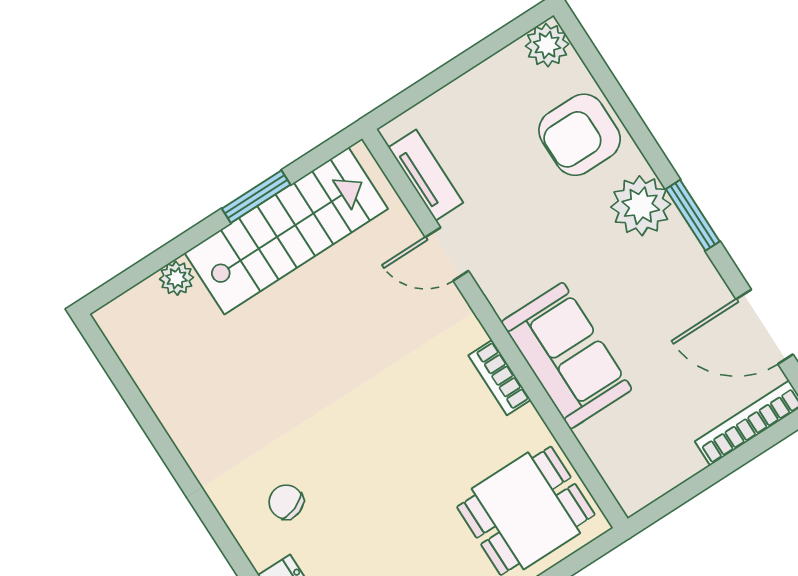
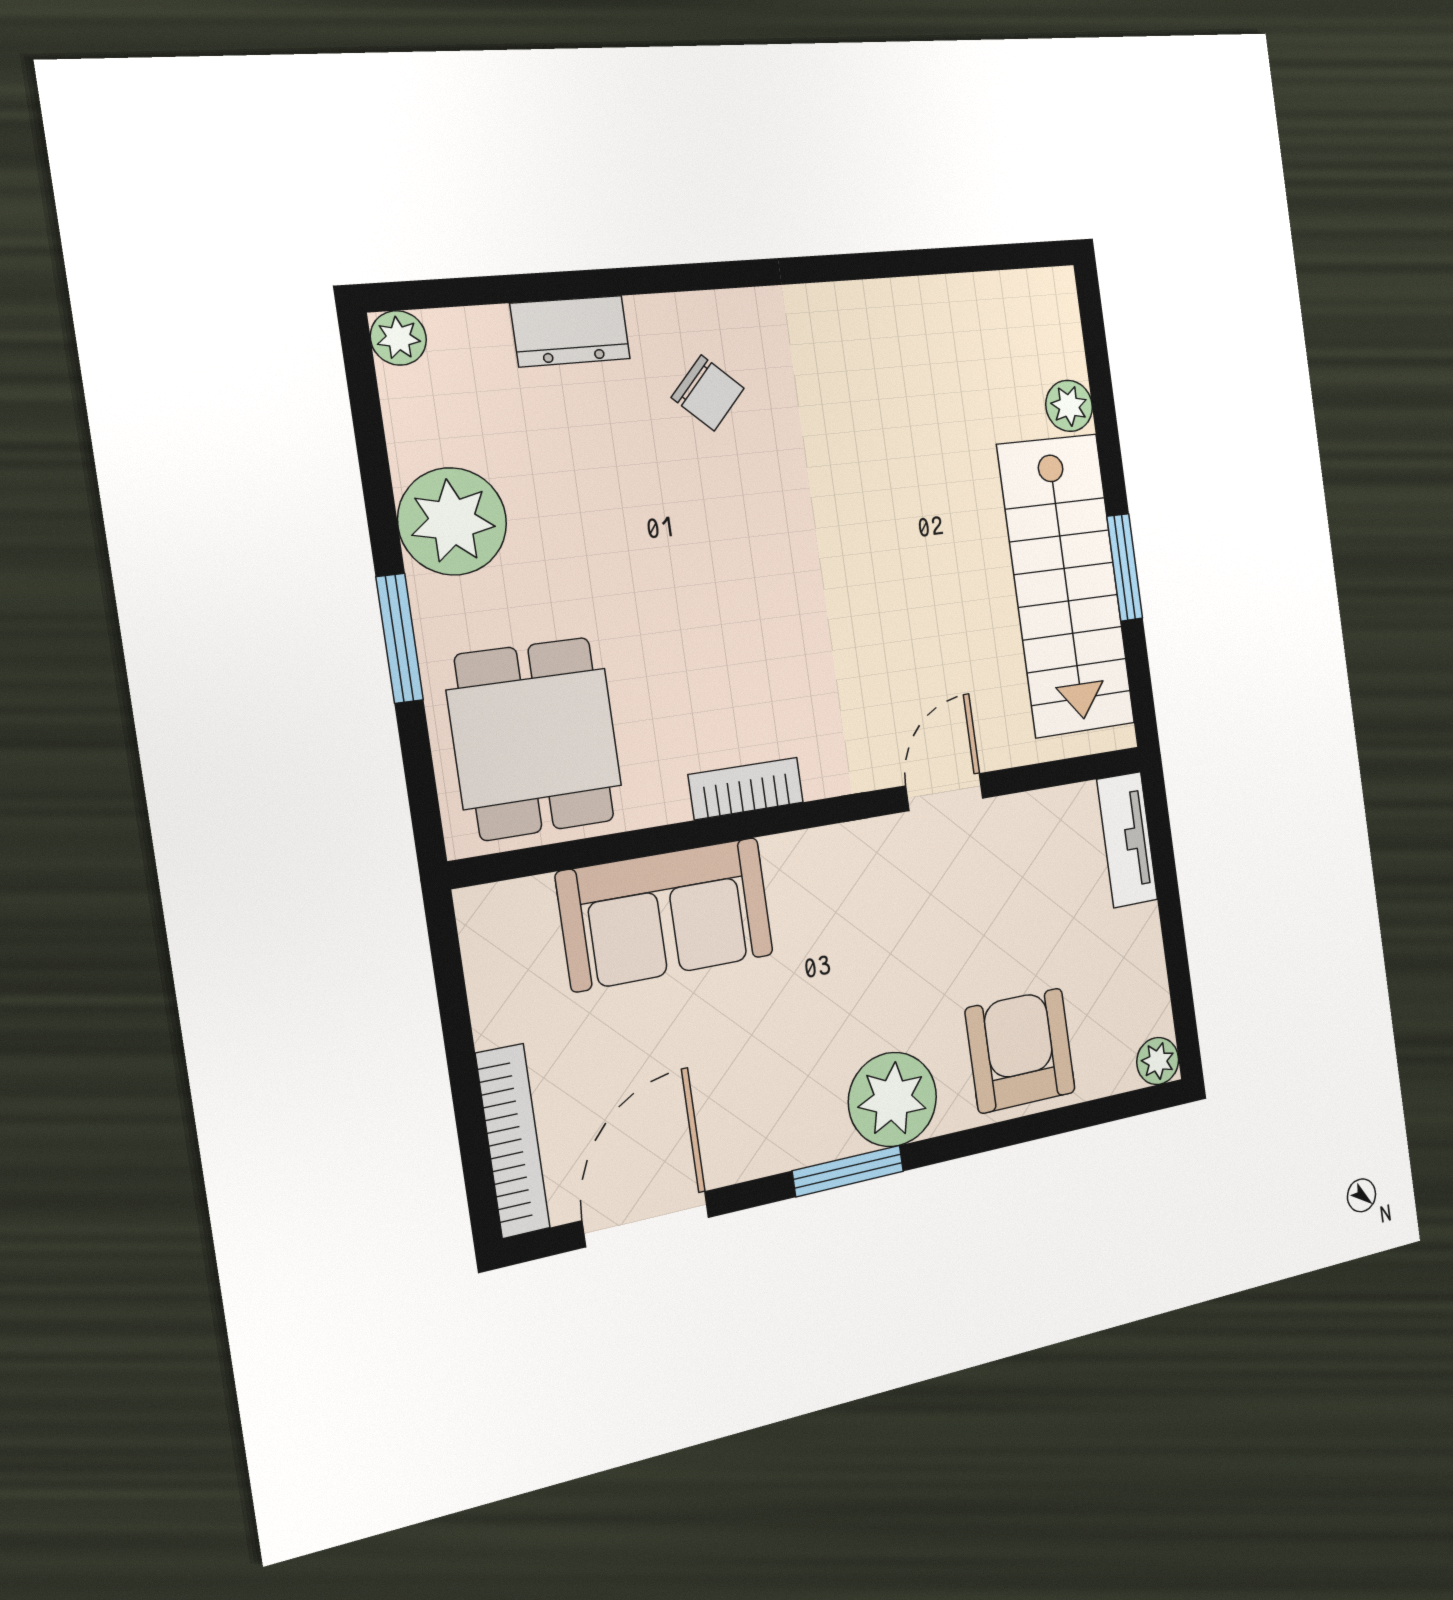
plant: (547, 45) -> (1158, 1061), width x0.73, depth x0.73
tv unit: (426, 175) -> (1127, 840), moved, turned 90
sofa: (567, 356) -> (666, 914), moved
chair: (286, 502) -> (708, 393), turned 64

